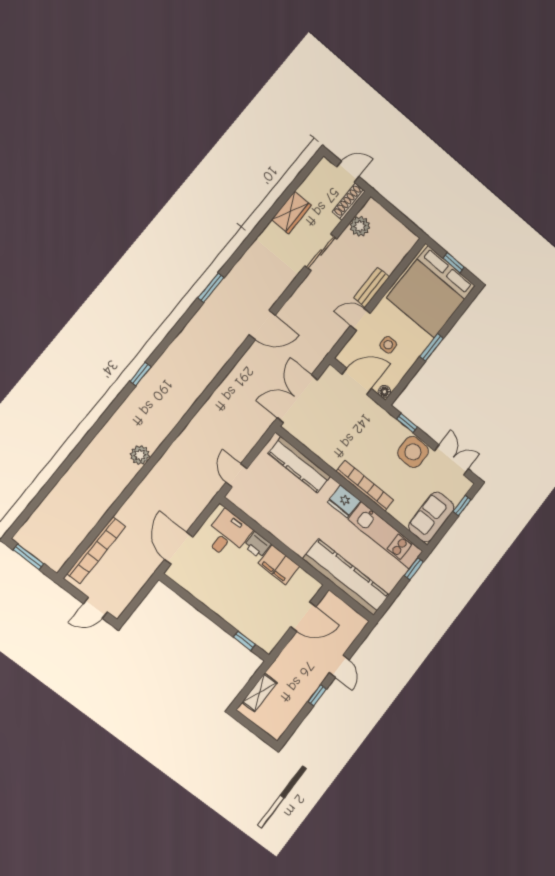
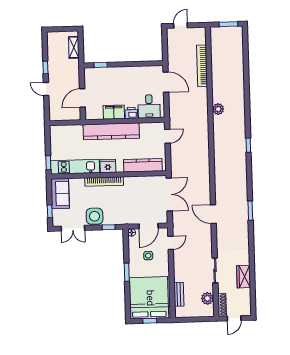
bench: (371, 287) -> (179, 294), moved
door: (360, 319) -> (171, 243), moved
door: (262, 325) -> (213, 214), hinge flipped
door: (236, 475) -> (167, 136), hinge flipped
bookcase: (96, 550) -> (202, 66), moved
kitchen counter: (346, 577) -> (111, 131), moved

